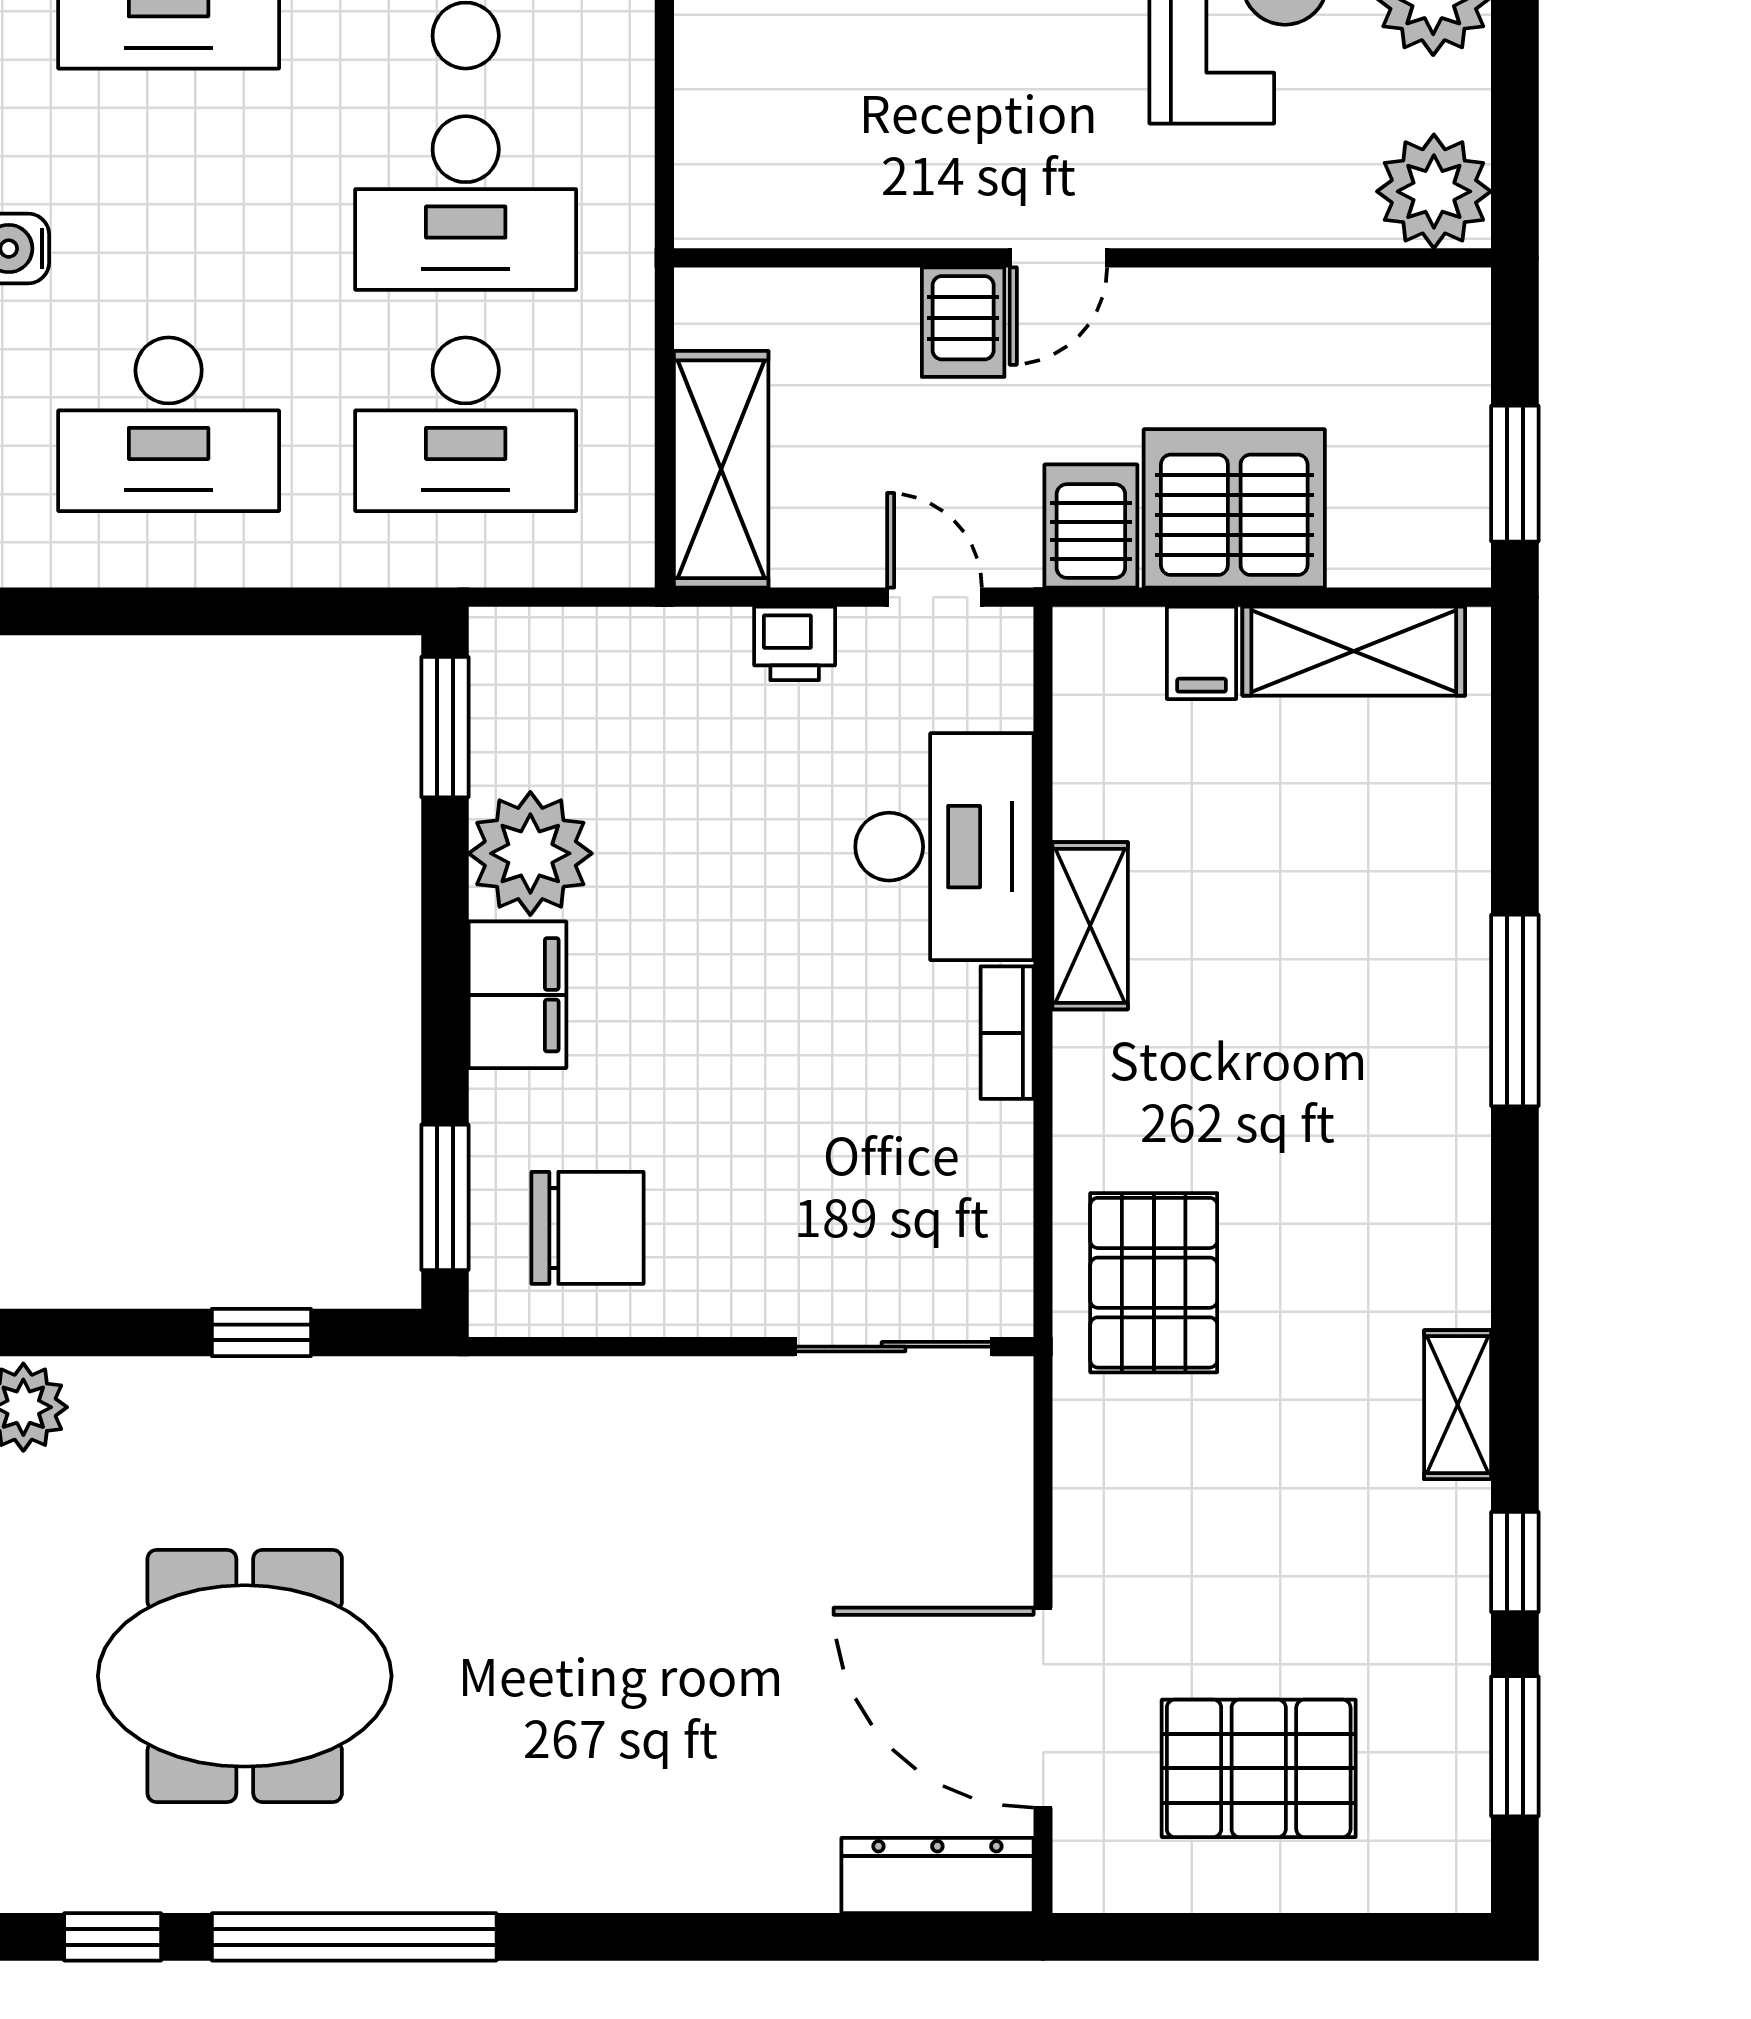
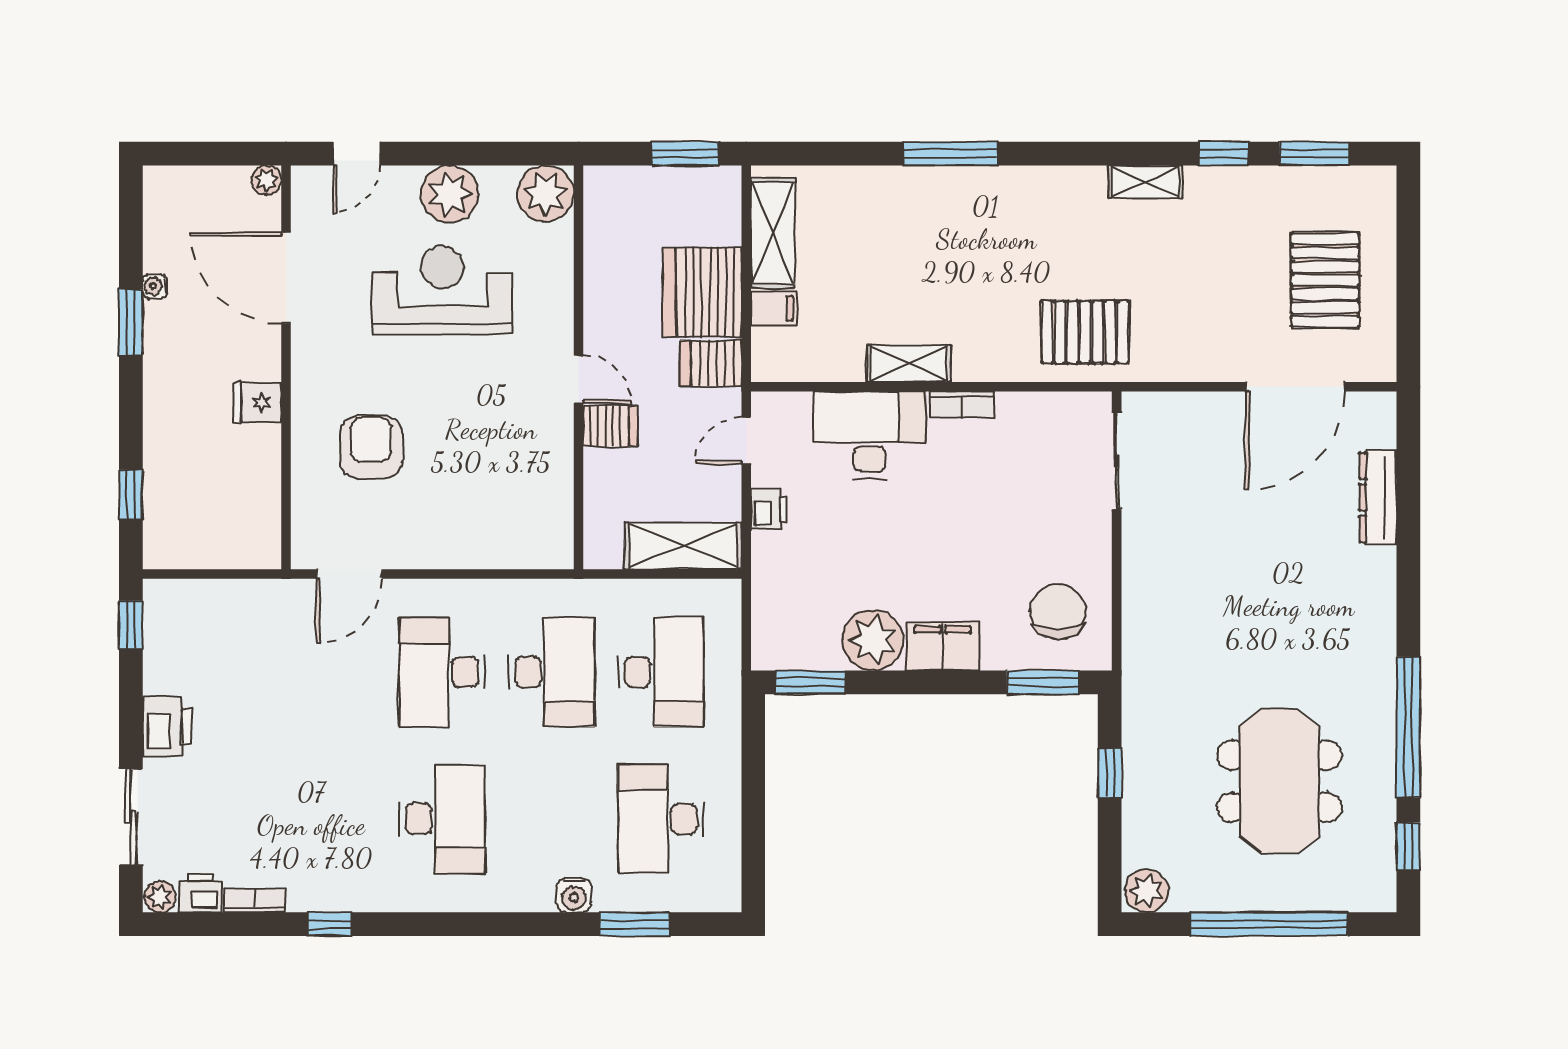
desk: (169, 424) -> (661, 819), turned 180
dresser: (937, 1876) -> (1378, 497), moved

